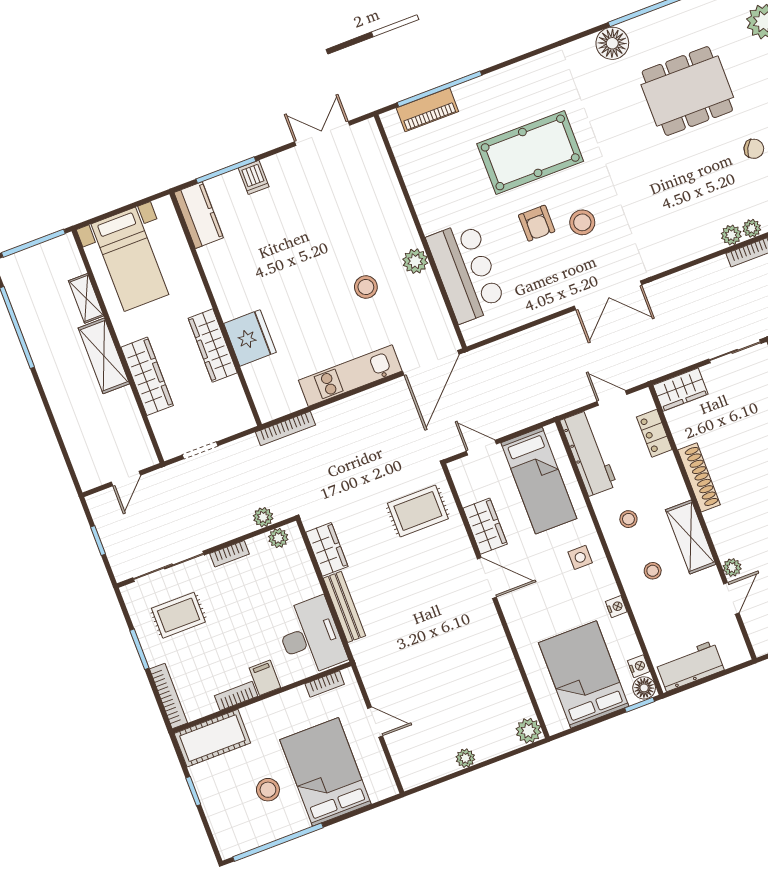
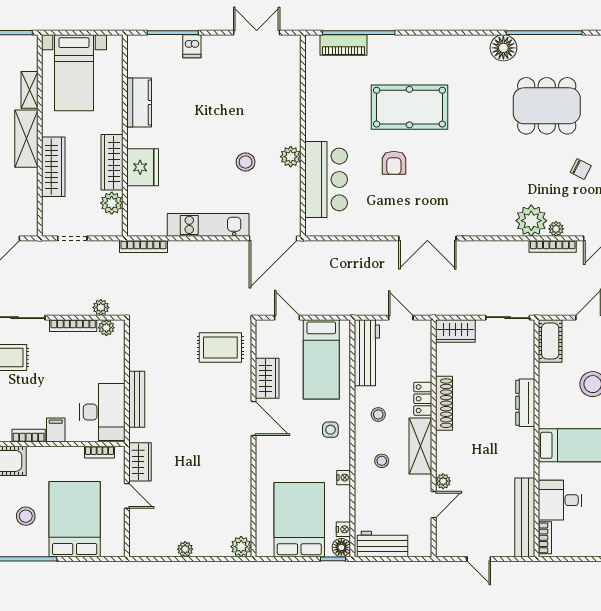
kitchen counter: (199, 215) -> (139, 102), moved
stool: (582, 222) -> (429, 175), removed
plant: (731, 235) -> (531, 221), width x1.88, depth x1.88
plant: (230, 393) -> (112, 203), added
locker: (654, 433) -> (423, 399), moved
wardrobe: (327, 549) -> (140, 462), moved
bookcase: (230, 554) -> (73, 326), width x1.56

